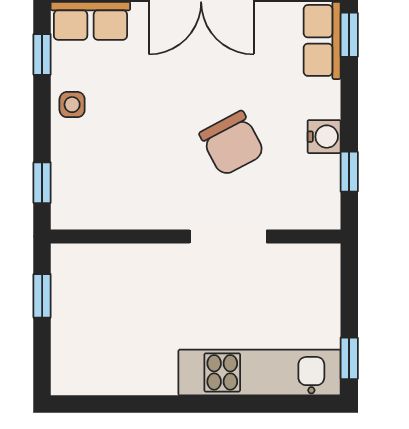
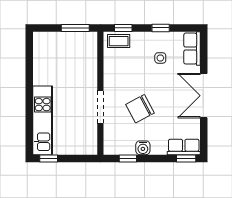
window: (42, 54) -> (161, 28), moved
side table: (72, 105) -> (160, 58), moved
coffee table: (73, 194) -> (119, 41), added
window: (42, 296) -> (75, 28), width x1.50

